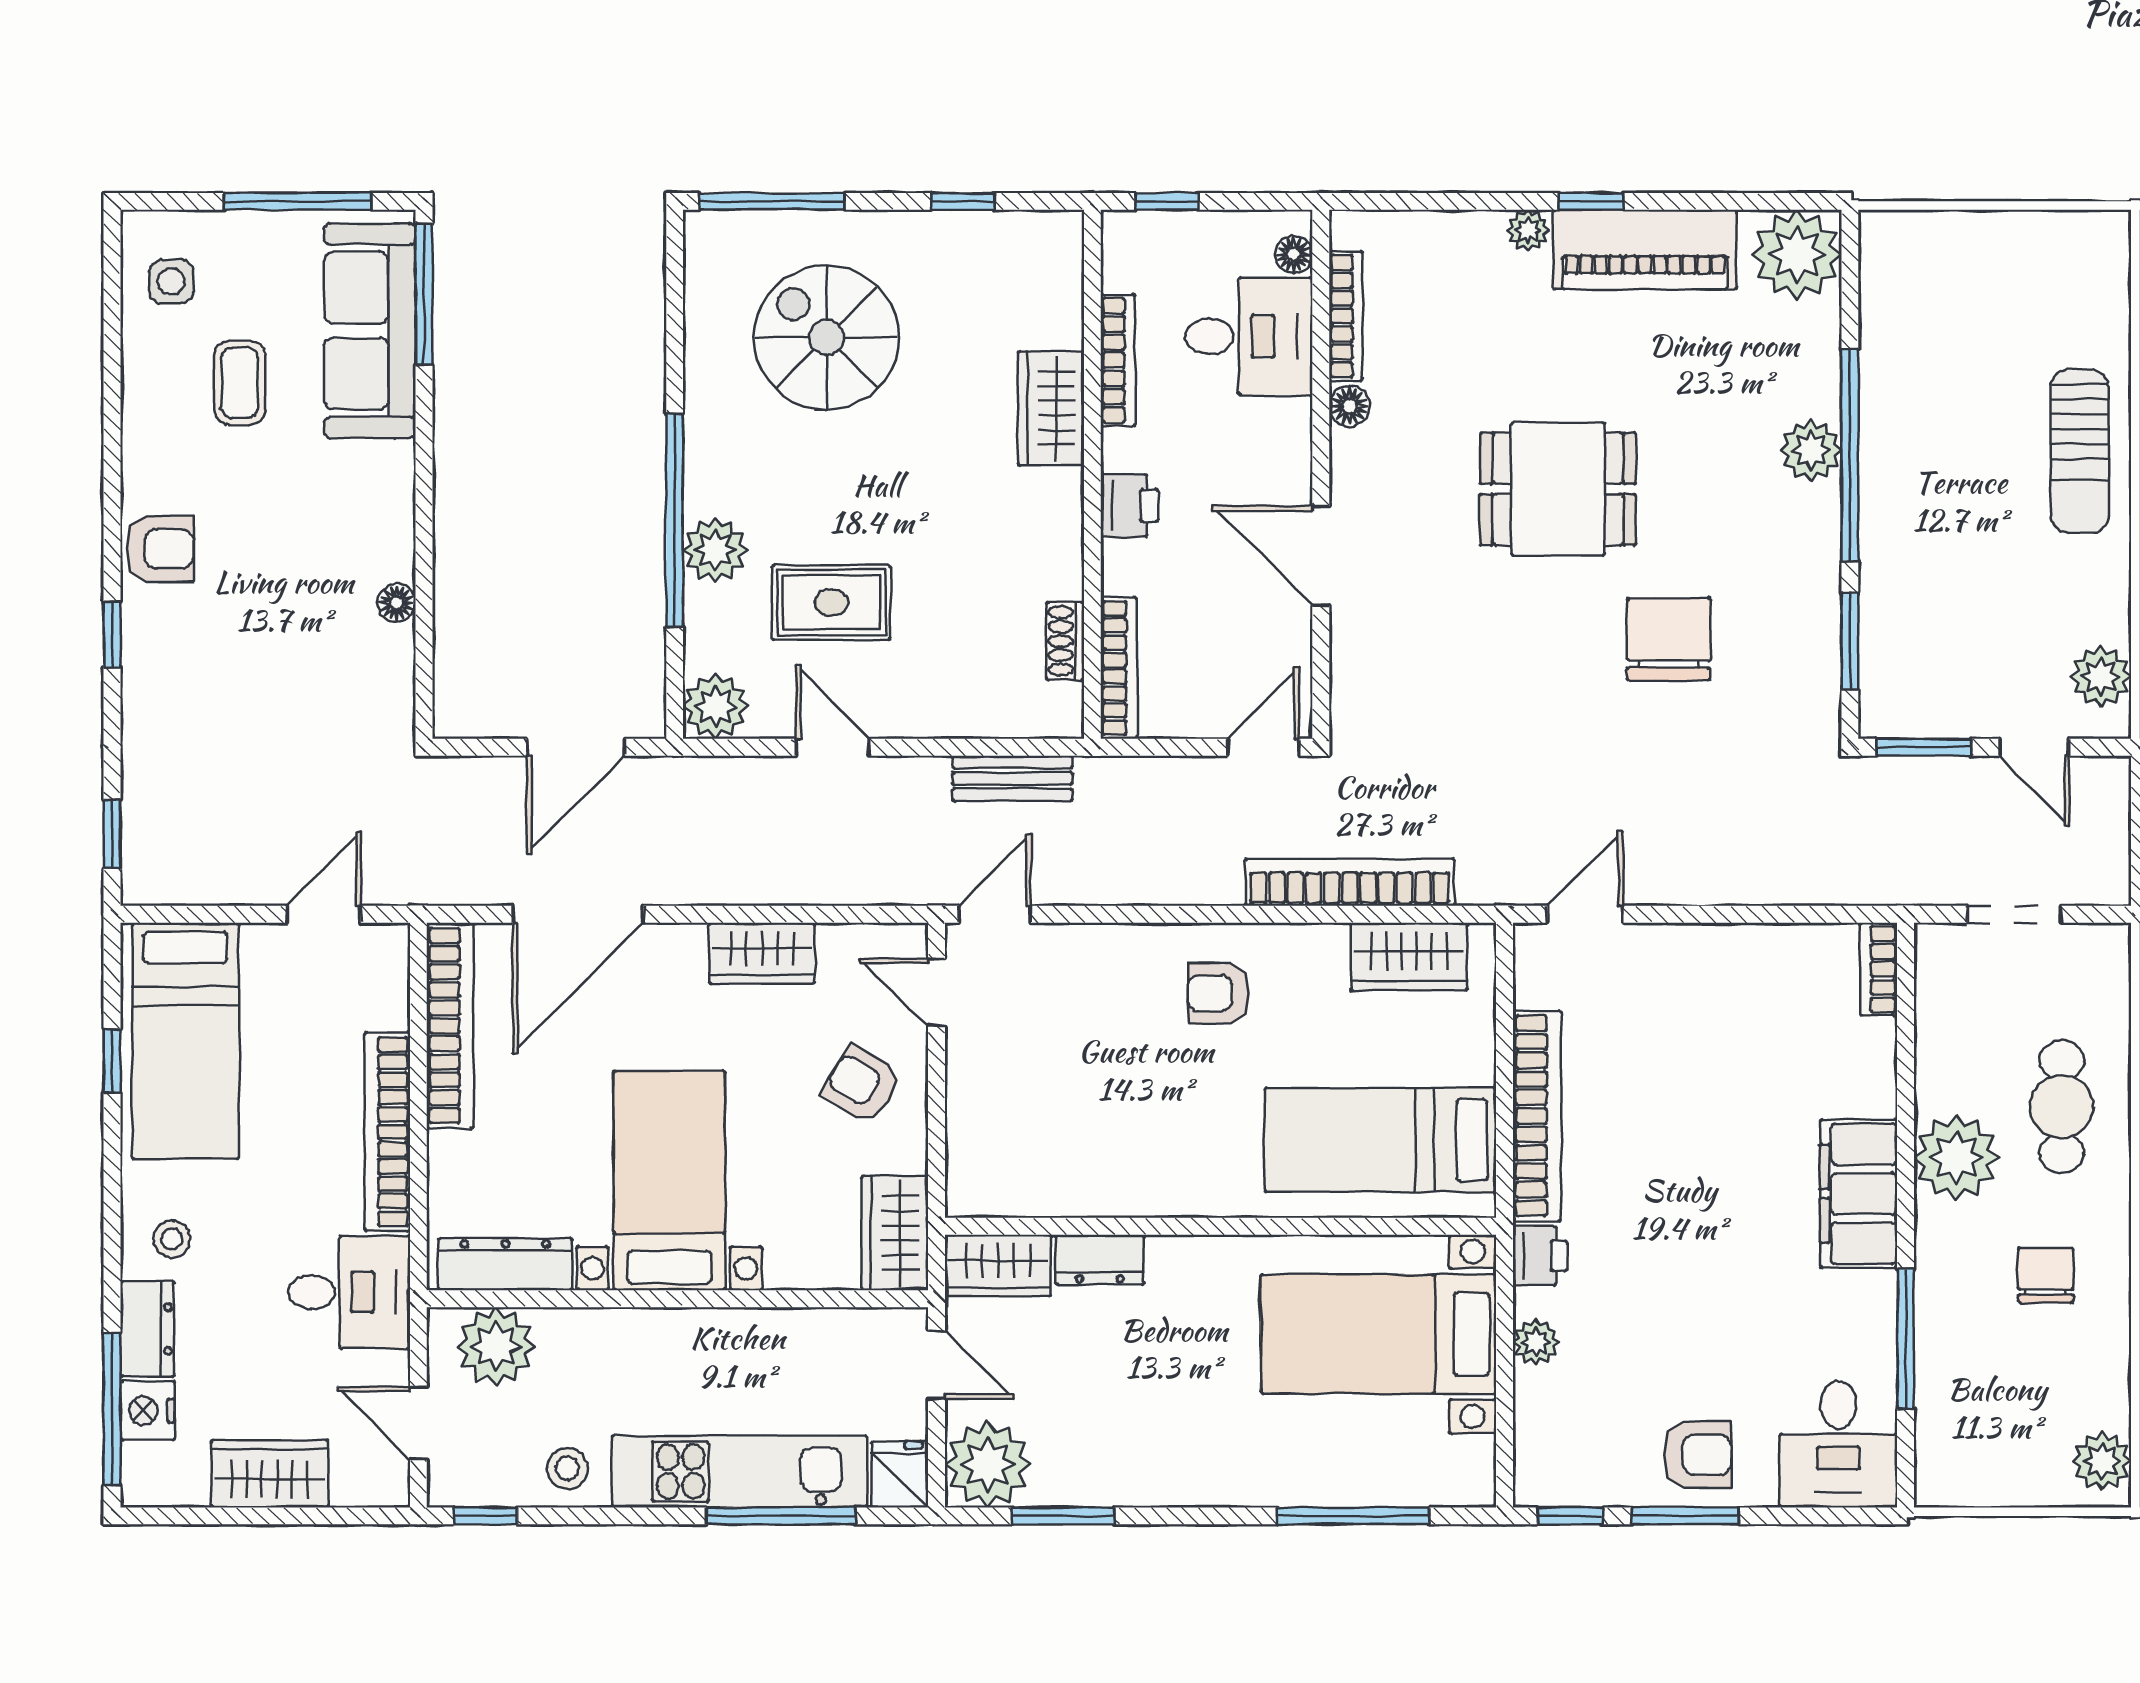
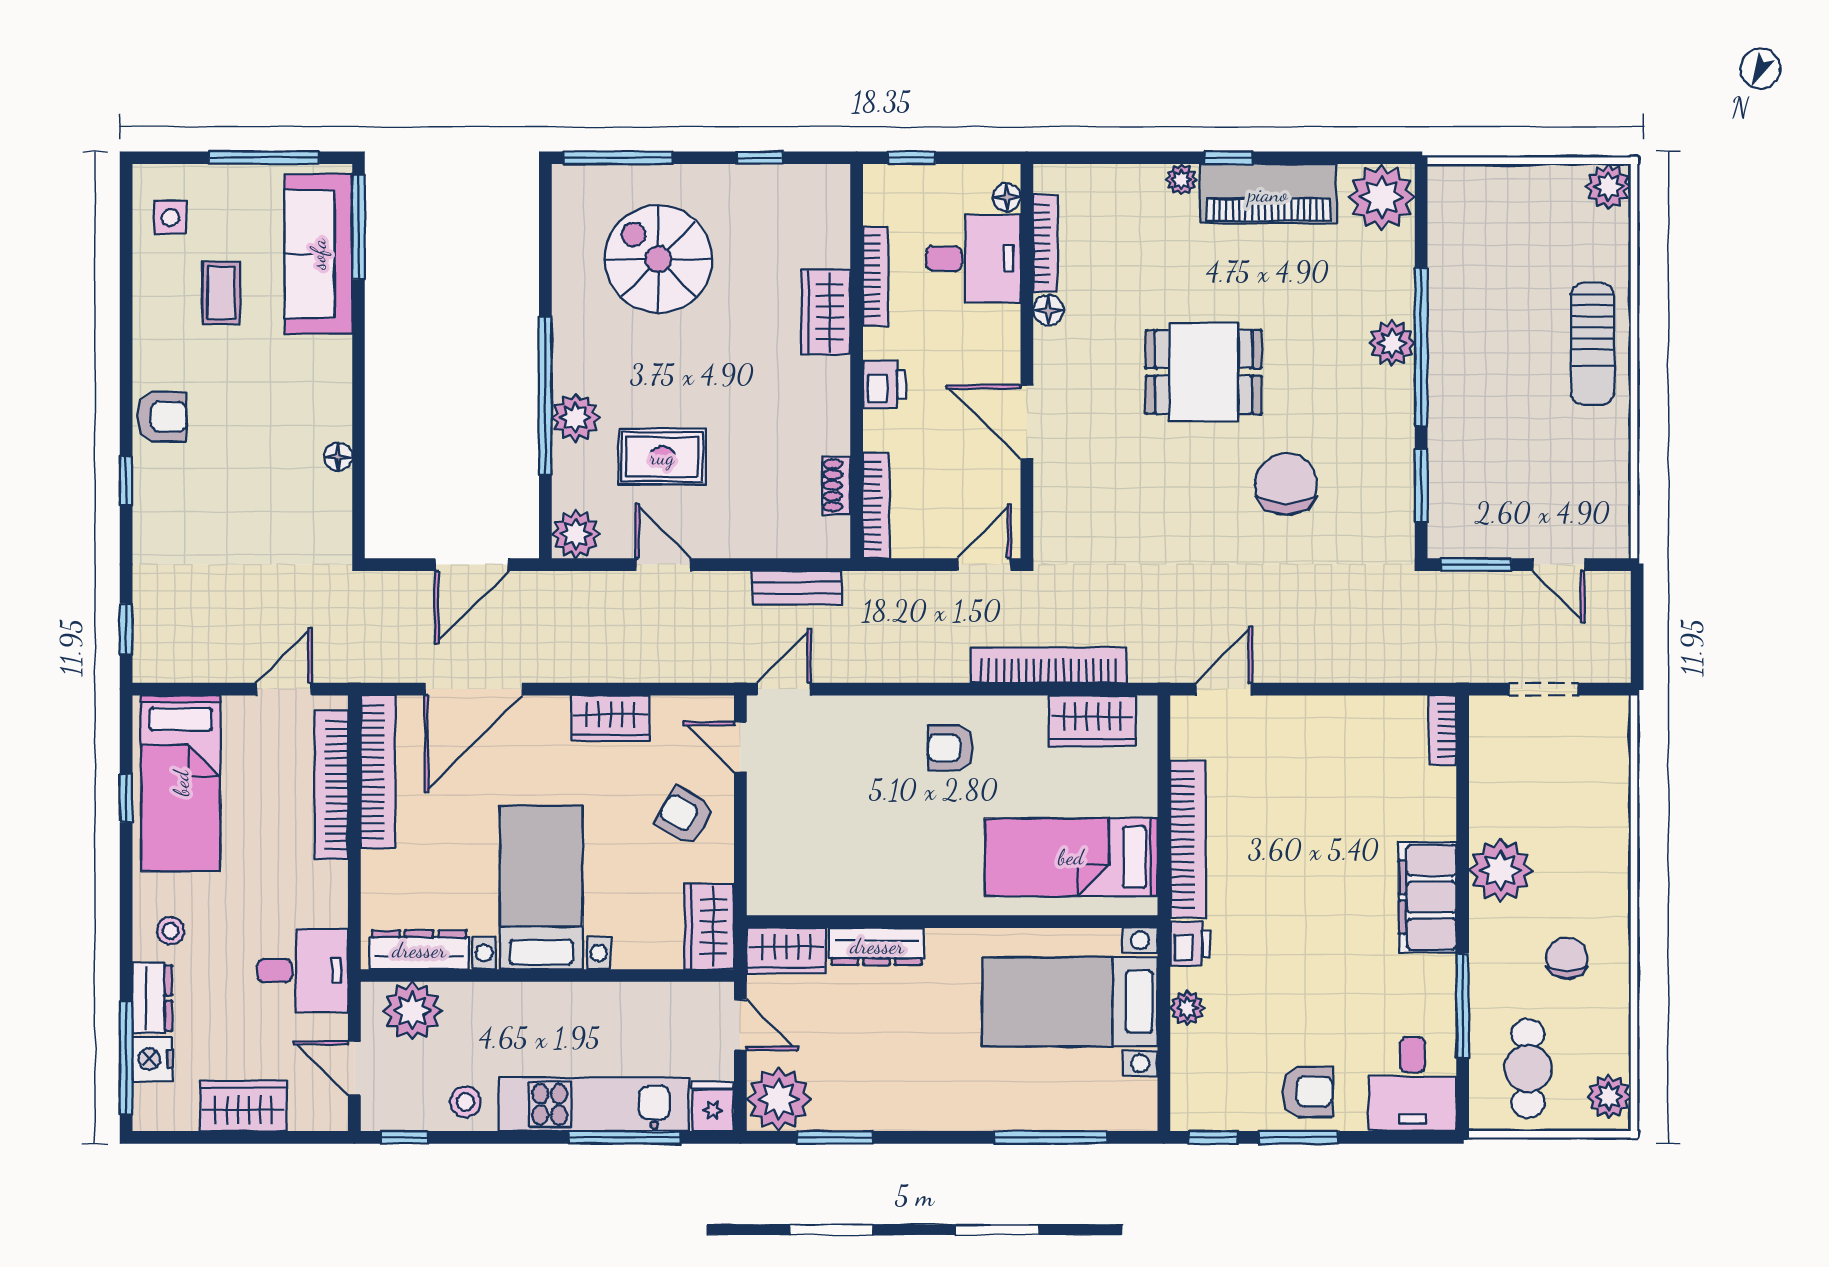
plant: (2101, 677) -> (1608, 187), moved
cafe table: (2062, 1107) -> (1528, 1068), moved
bookcase: (387, 1132) -> (331, 785), moved
dresser: (1100, 1260) -> (877, 946), width x1.44

